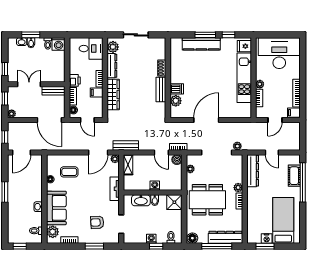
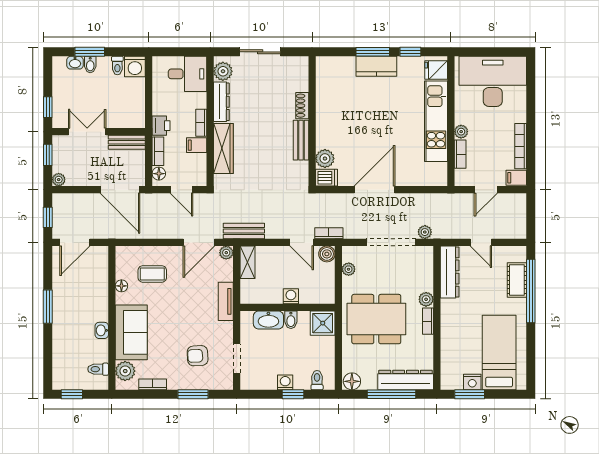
kitchen counter: (201, 44) -> (376, 66), width x0.67
dishwasher: (177, 89) -> (326, 178), moved

